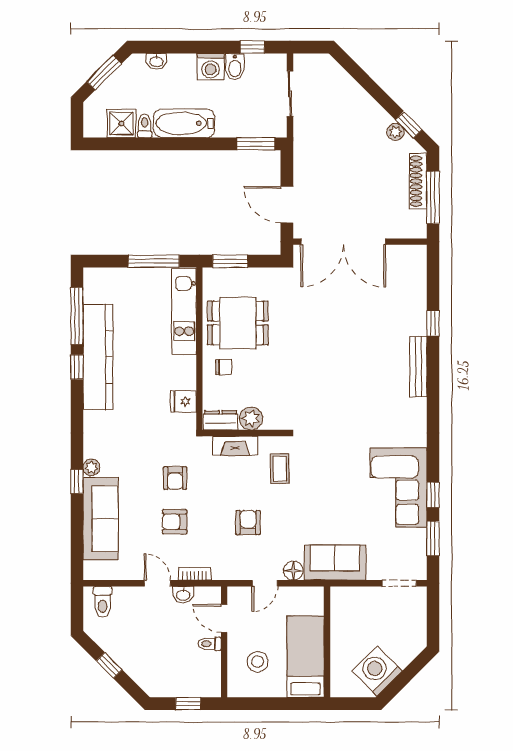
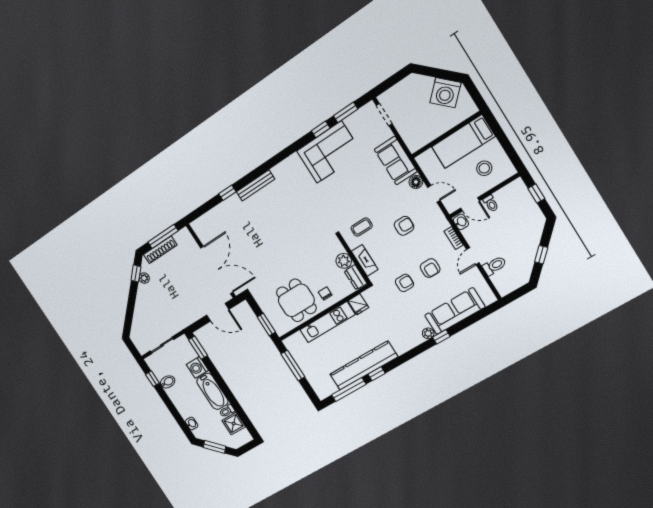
washing machine: (211, 67) -> (197, 367), moved, turned 180
door: (287, 205) -> (218, 312), hinge flipped
kitchen unit: (184, 311) -> (327, 322), moved
armchair: (248, 523) -> (404, 226), turned 180
washbasin: (183, 595) -> (461, 222), moved
toilet: (103, 602) -> (494, 266), moved
door: (224, 618) -> (470, 204), hinge flipped

